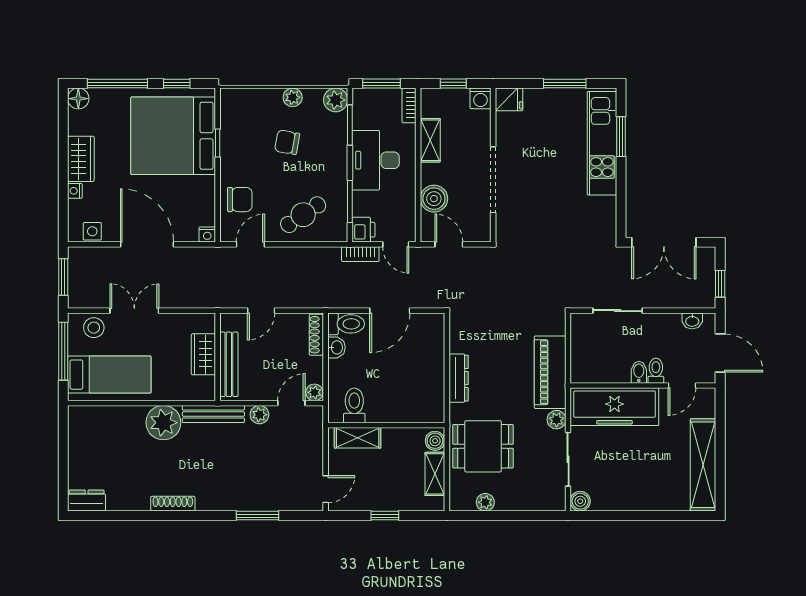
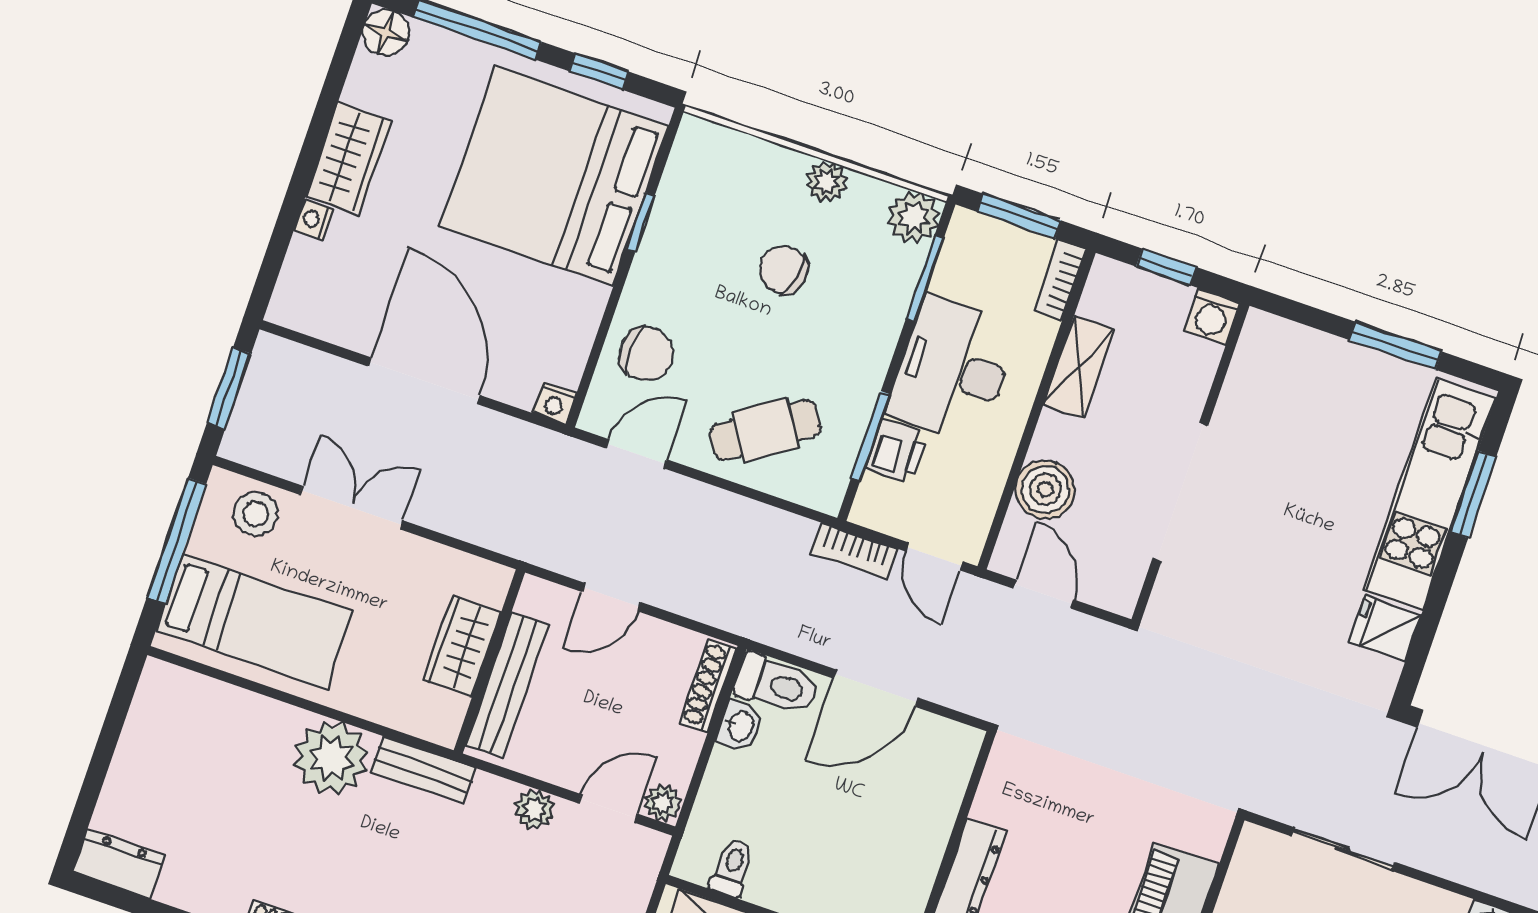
fridge: (509, 99) -> (1385, 629), moved, turned 180
printer: (363, 230) -> (896, 451), moved
side table: (92, 231) -> (321, 315), removed
toilet: (354, 405) -> (732, 868), width x0.73, depth x0.72
bench: (213, 414) -> (423, 770), width x0.73

